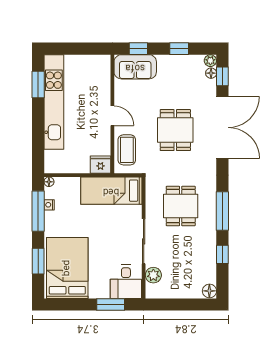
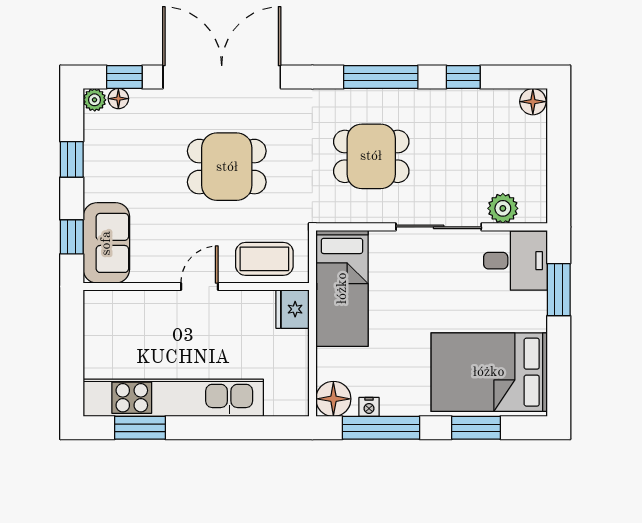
floor lamp: (49, 182) -> (333, 399), width x1.89, depth x1.89

